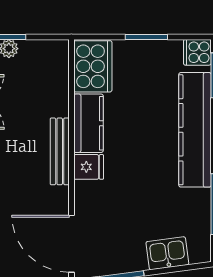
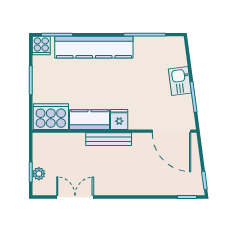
door: (71, 244) -> (171, 131), hinge flipped
kitchen sink: (167, 253) -> (180, 81), moved

